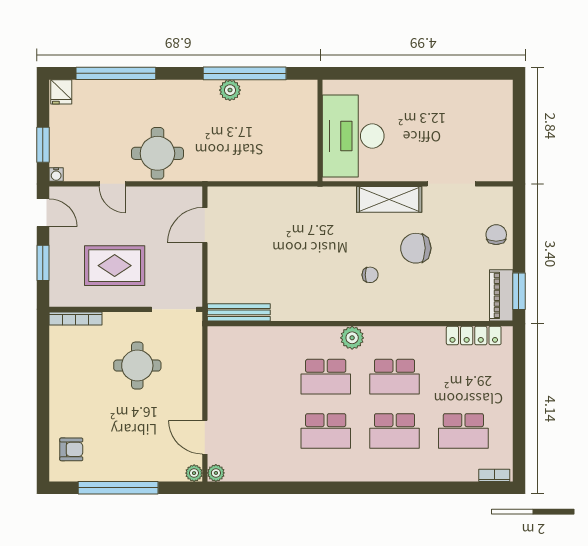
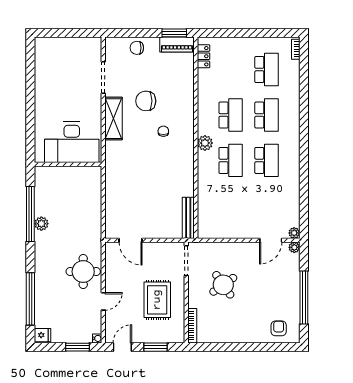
chair: (416, 248) -> (146, 101), turned 90
locker: (474, 336) -> (203, 56), width x0.66
round table: (137, 366) -> (223, 285), turned -35

